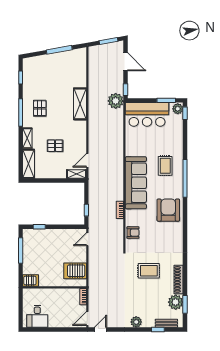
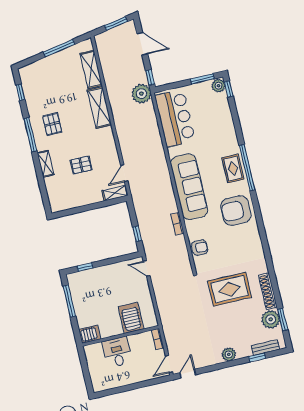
bar counter: (147, 114) -> (175, 118), moved, turned -90
shelving: (29, 164) -> (91, 69), moved
rug: (165, 166) -> (233, 169), moved
armchair: (168, 210) -> (236, 211), turned -90
door: (87, 239) -> (147, 268), hinge flipped
server rack: (75, 271) -> (131, 318), moved, turned 90
rug: (149, 271) -> (230, 289), width x1.36, depth x1.43
desk: (37, 316) -> (117, 352), moved, turned 180

